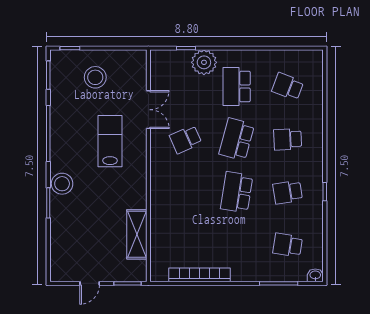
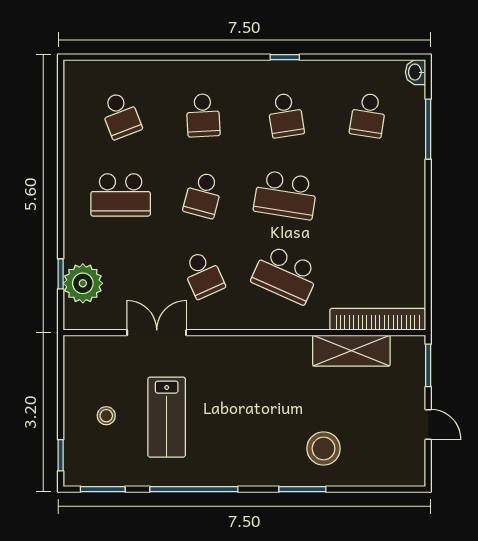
plant: (204, 62) -> (83, 283), moved
stool: (95, 77) -> (106, 416), width x0.53, depth x0.53
school desk: (288, 86) -> (121, 115), turned -42
school desk: (237, 139) -> (203, 195), width x0.54
lab bench: (110, 141) -> (167, 417), moved, turned -90
stool: (62, 184) -> (324, 448), moved
school desk: (186, 192) -> (286, 275), added
bookcase: (199, 275) -> (378, 319), moved, turned 90

